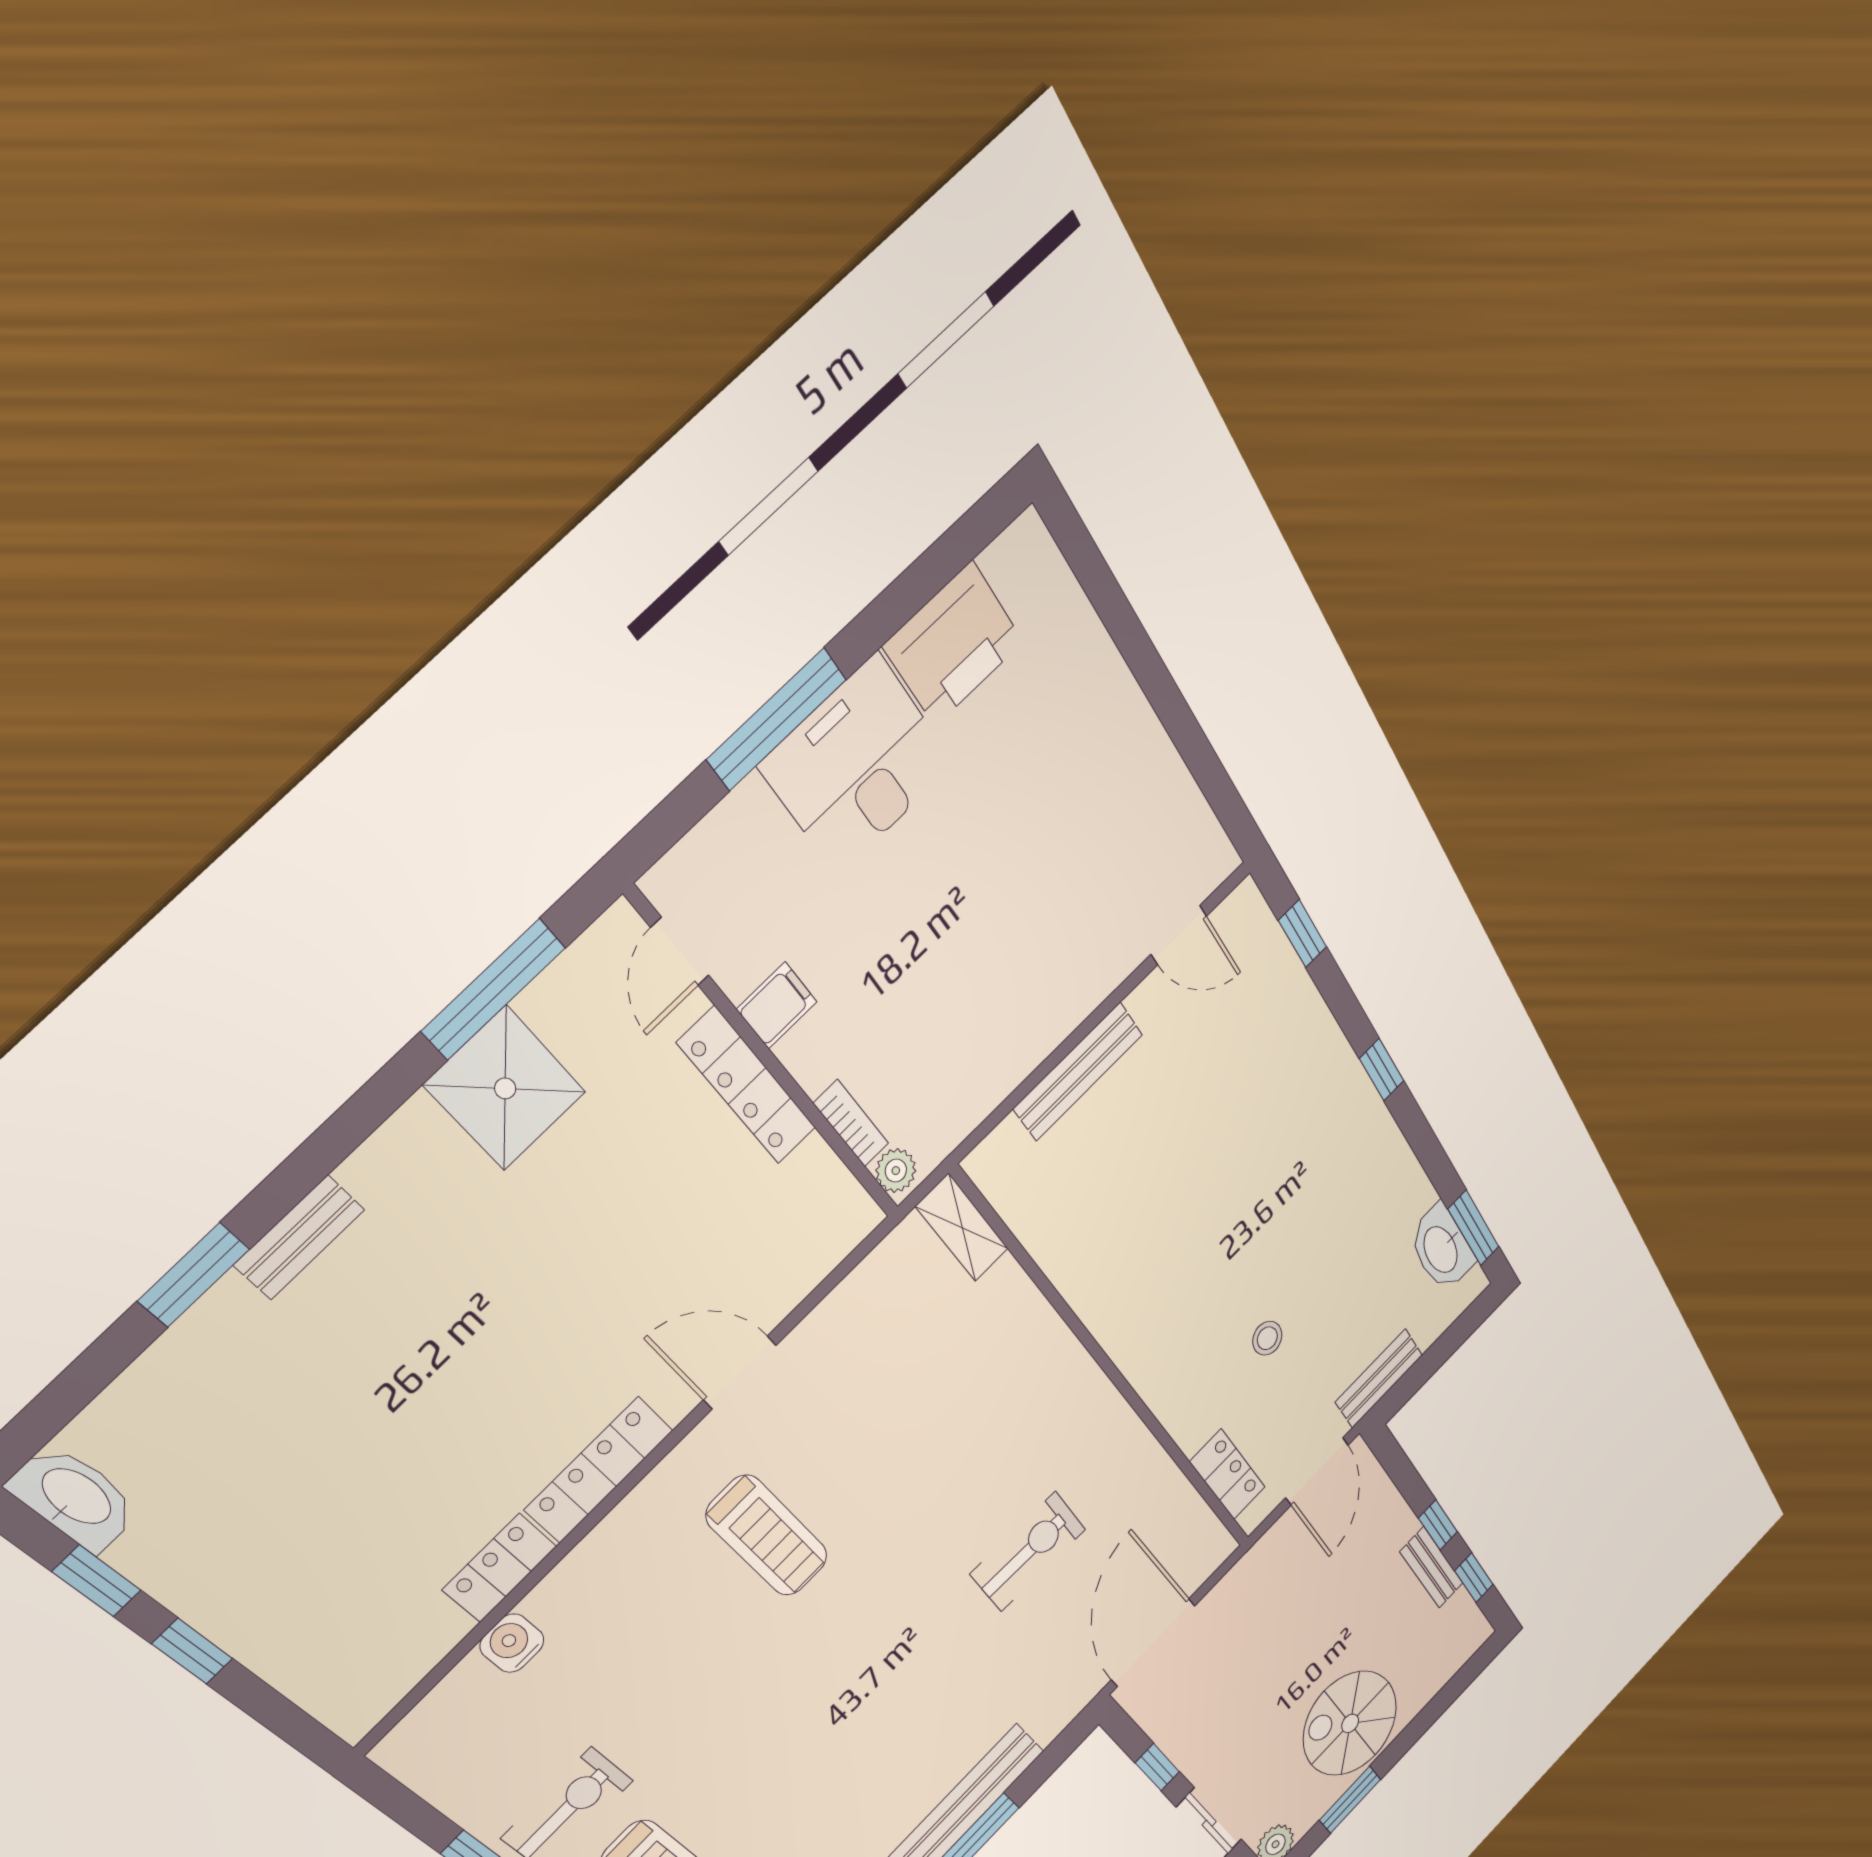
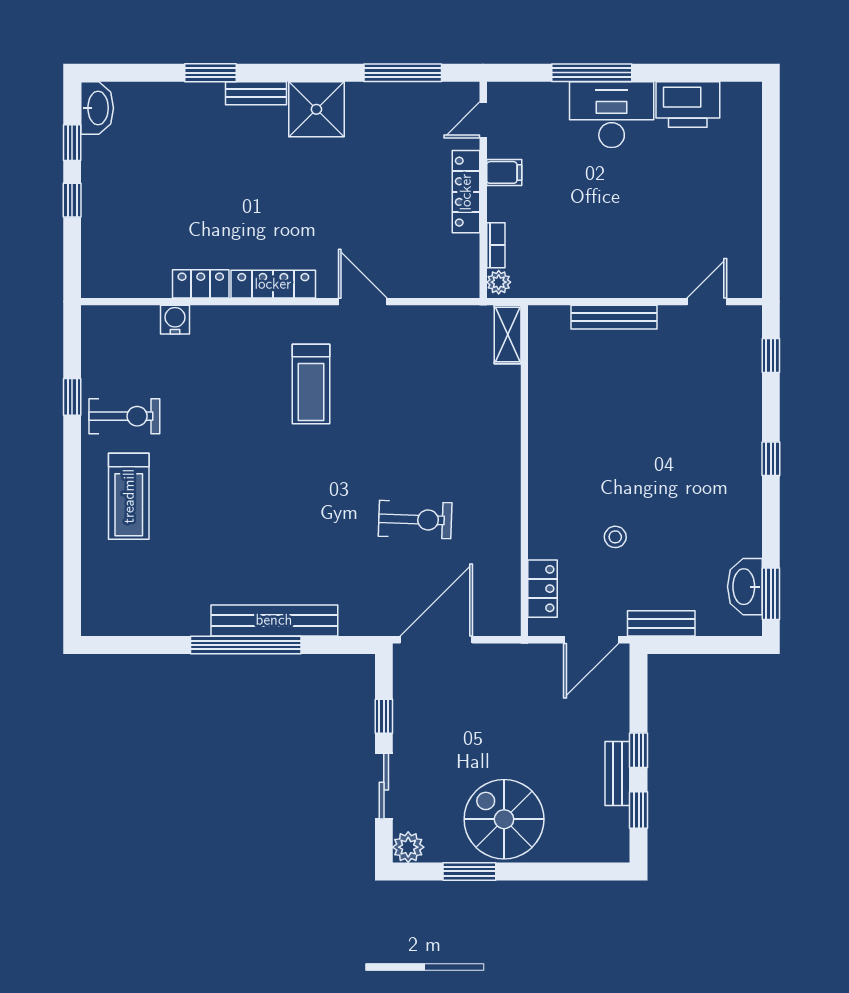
door: (1179, 935) -> (707, 302), swing flipped
shower: (505, 1088) -> (316, 109), moved

